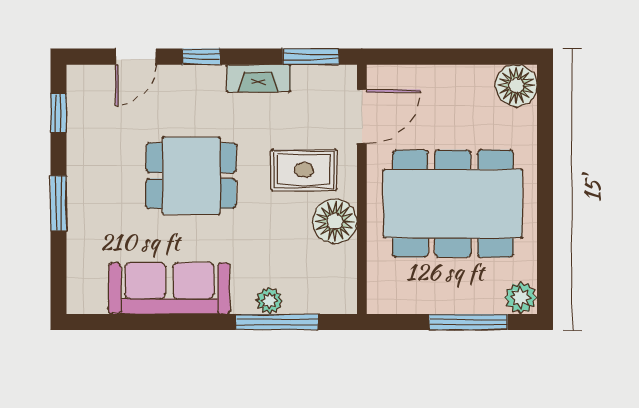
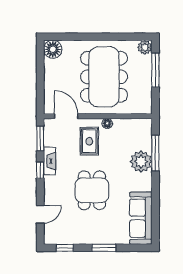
door: (136, 57) -> (40, 214), hinge flipped
window: (201, 57) -> (40, 170), moved
floor lamp: (335, 221) -> (107, 123), width x0.53, depth x0.53
sofa: (169, 288) -> (141, 218), moved
plant: (269, 301) -> (141, 161), width x1.88, depth x1.88

